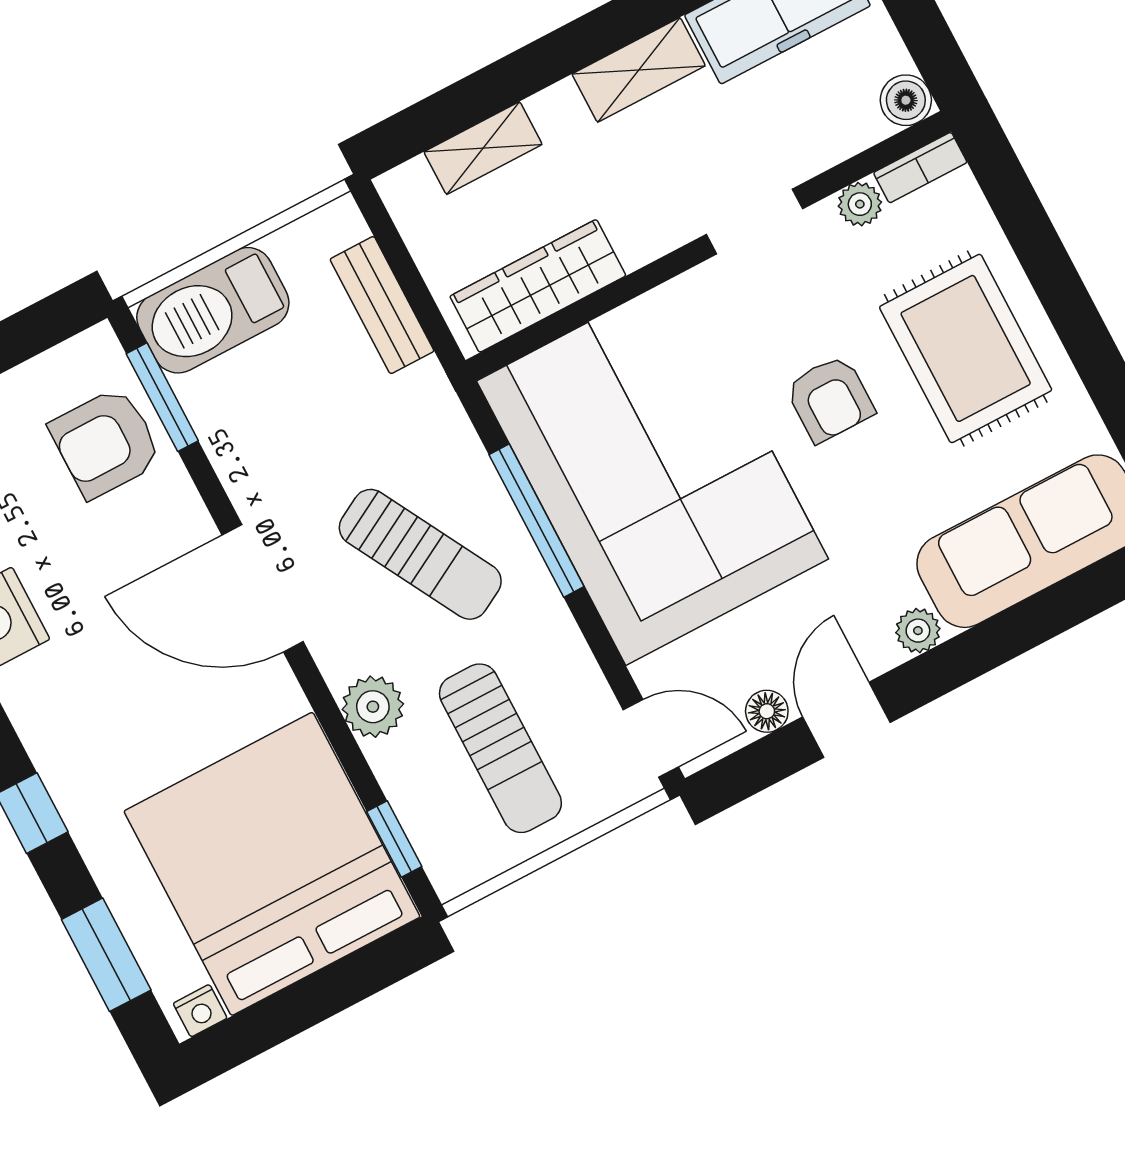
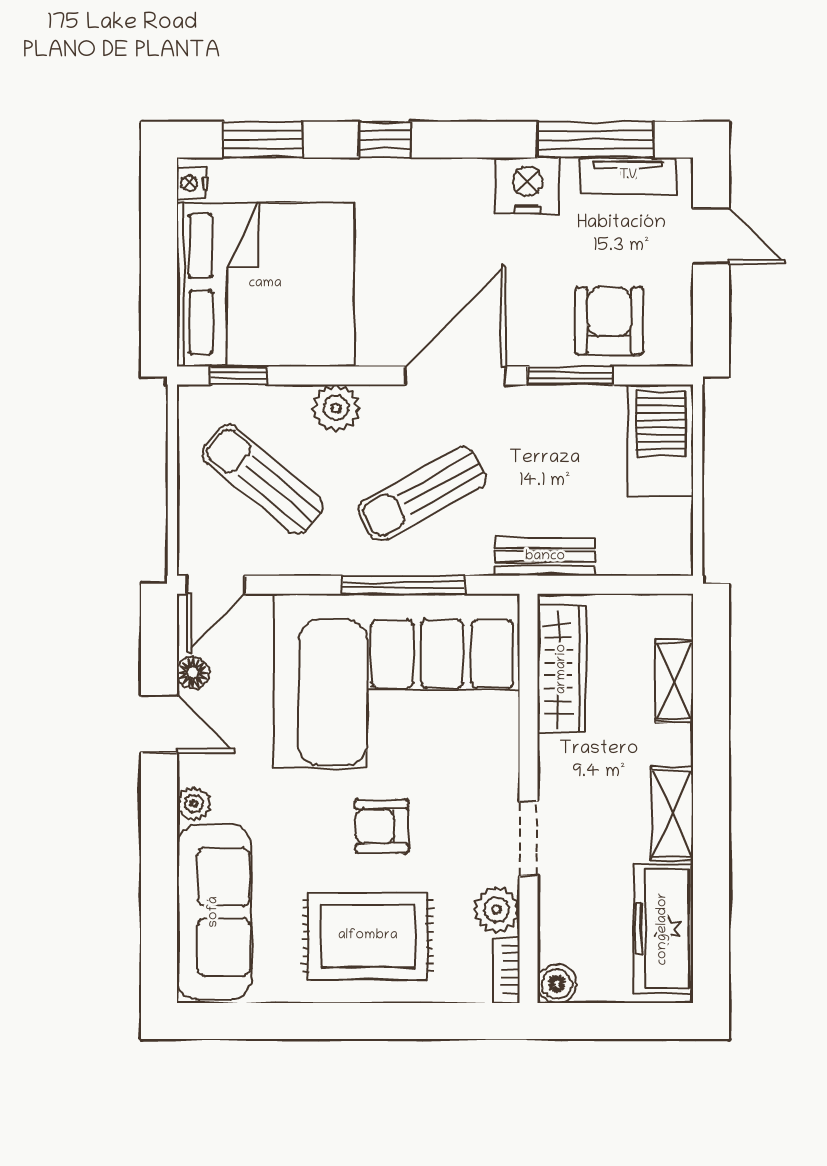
plant: (860, 204) -> (497, 910), width x1.38, depth x1.38
bench: (382, 305) -> (545, 557), moved
window: (162, 397) -> (570, 376), moved
sun lounger: (500, 748) -> (263, 480), turned 40

